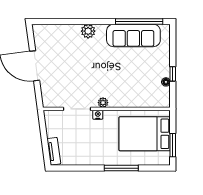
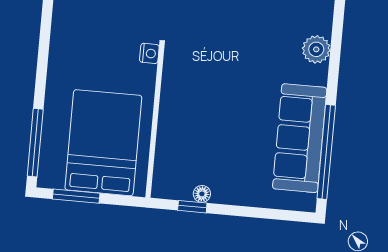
window: (173, 74) -> (192, 207), moved
plant: (103, 103) -> (173, 66), removed
window: (121, 168) -> (35, 143), moved

